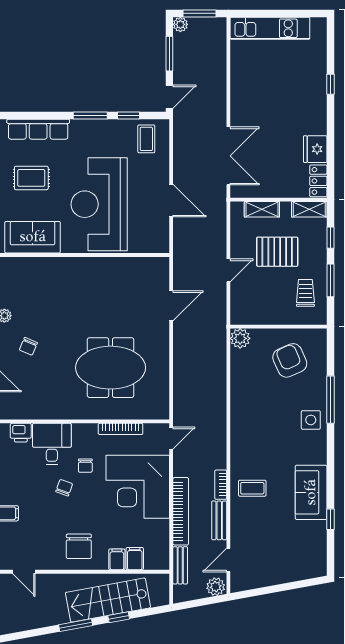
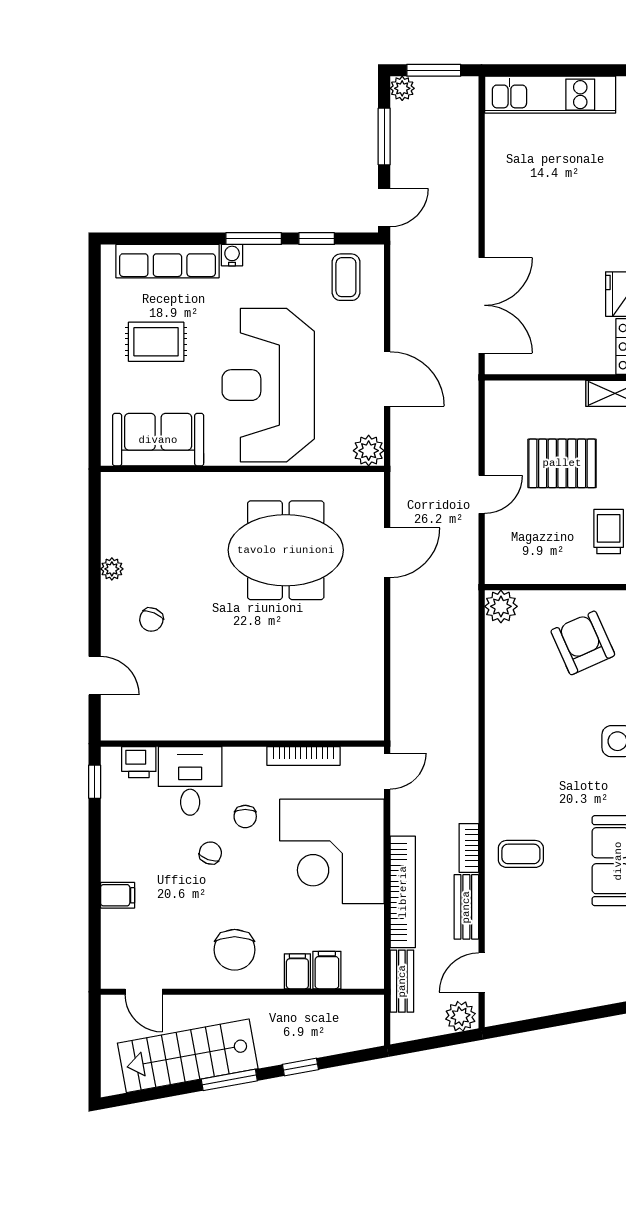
water cooler: (77, 125) -> (232, 255), added
shelving: (262, 209) -> (537, 393), removed
plant: (160, 244) -> (369, 451), added
meeting table: (111, 368) -> (286, 550), moved
stairs: (108, 600) -> (188, 1056), moved

